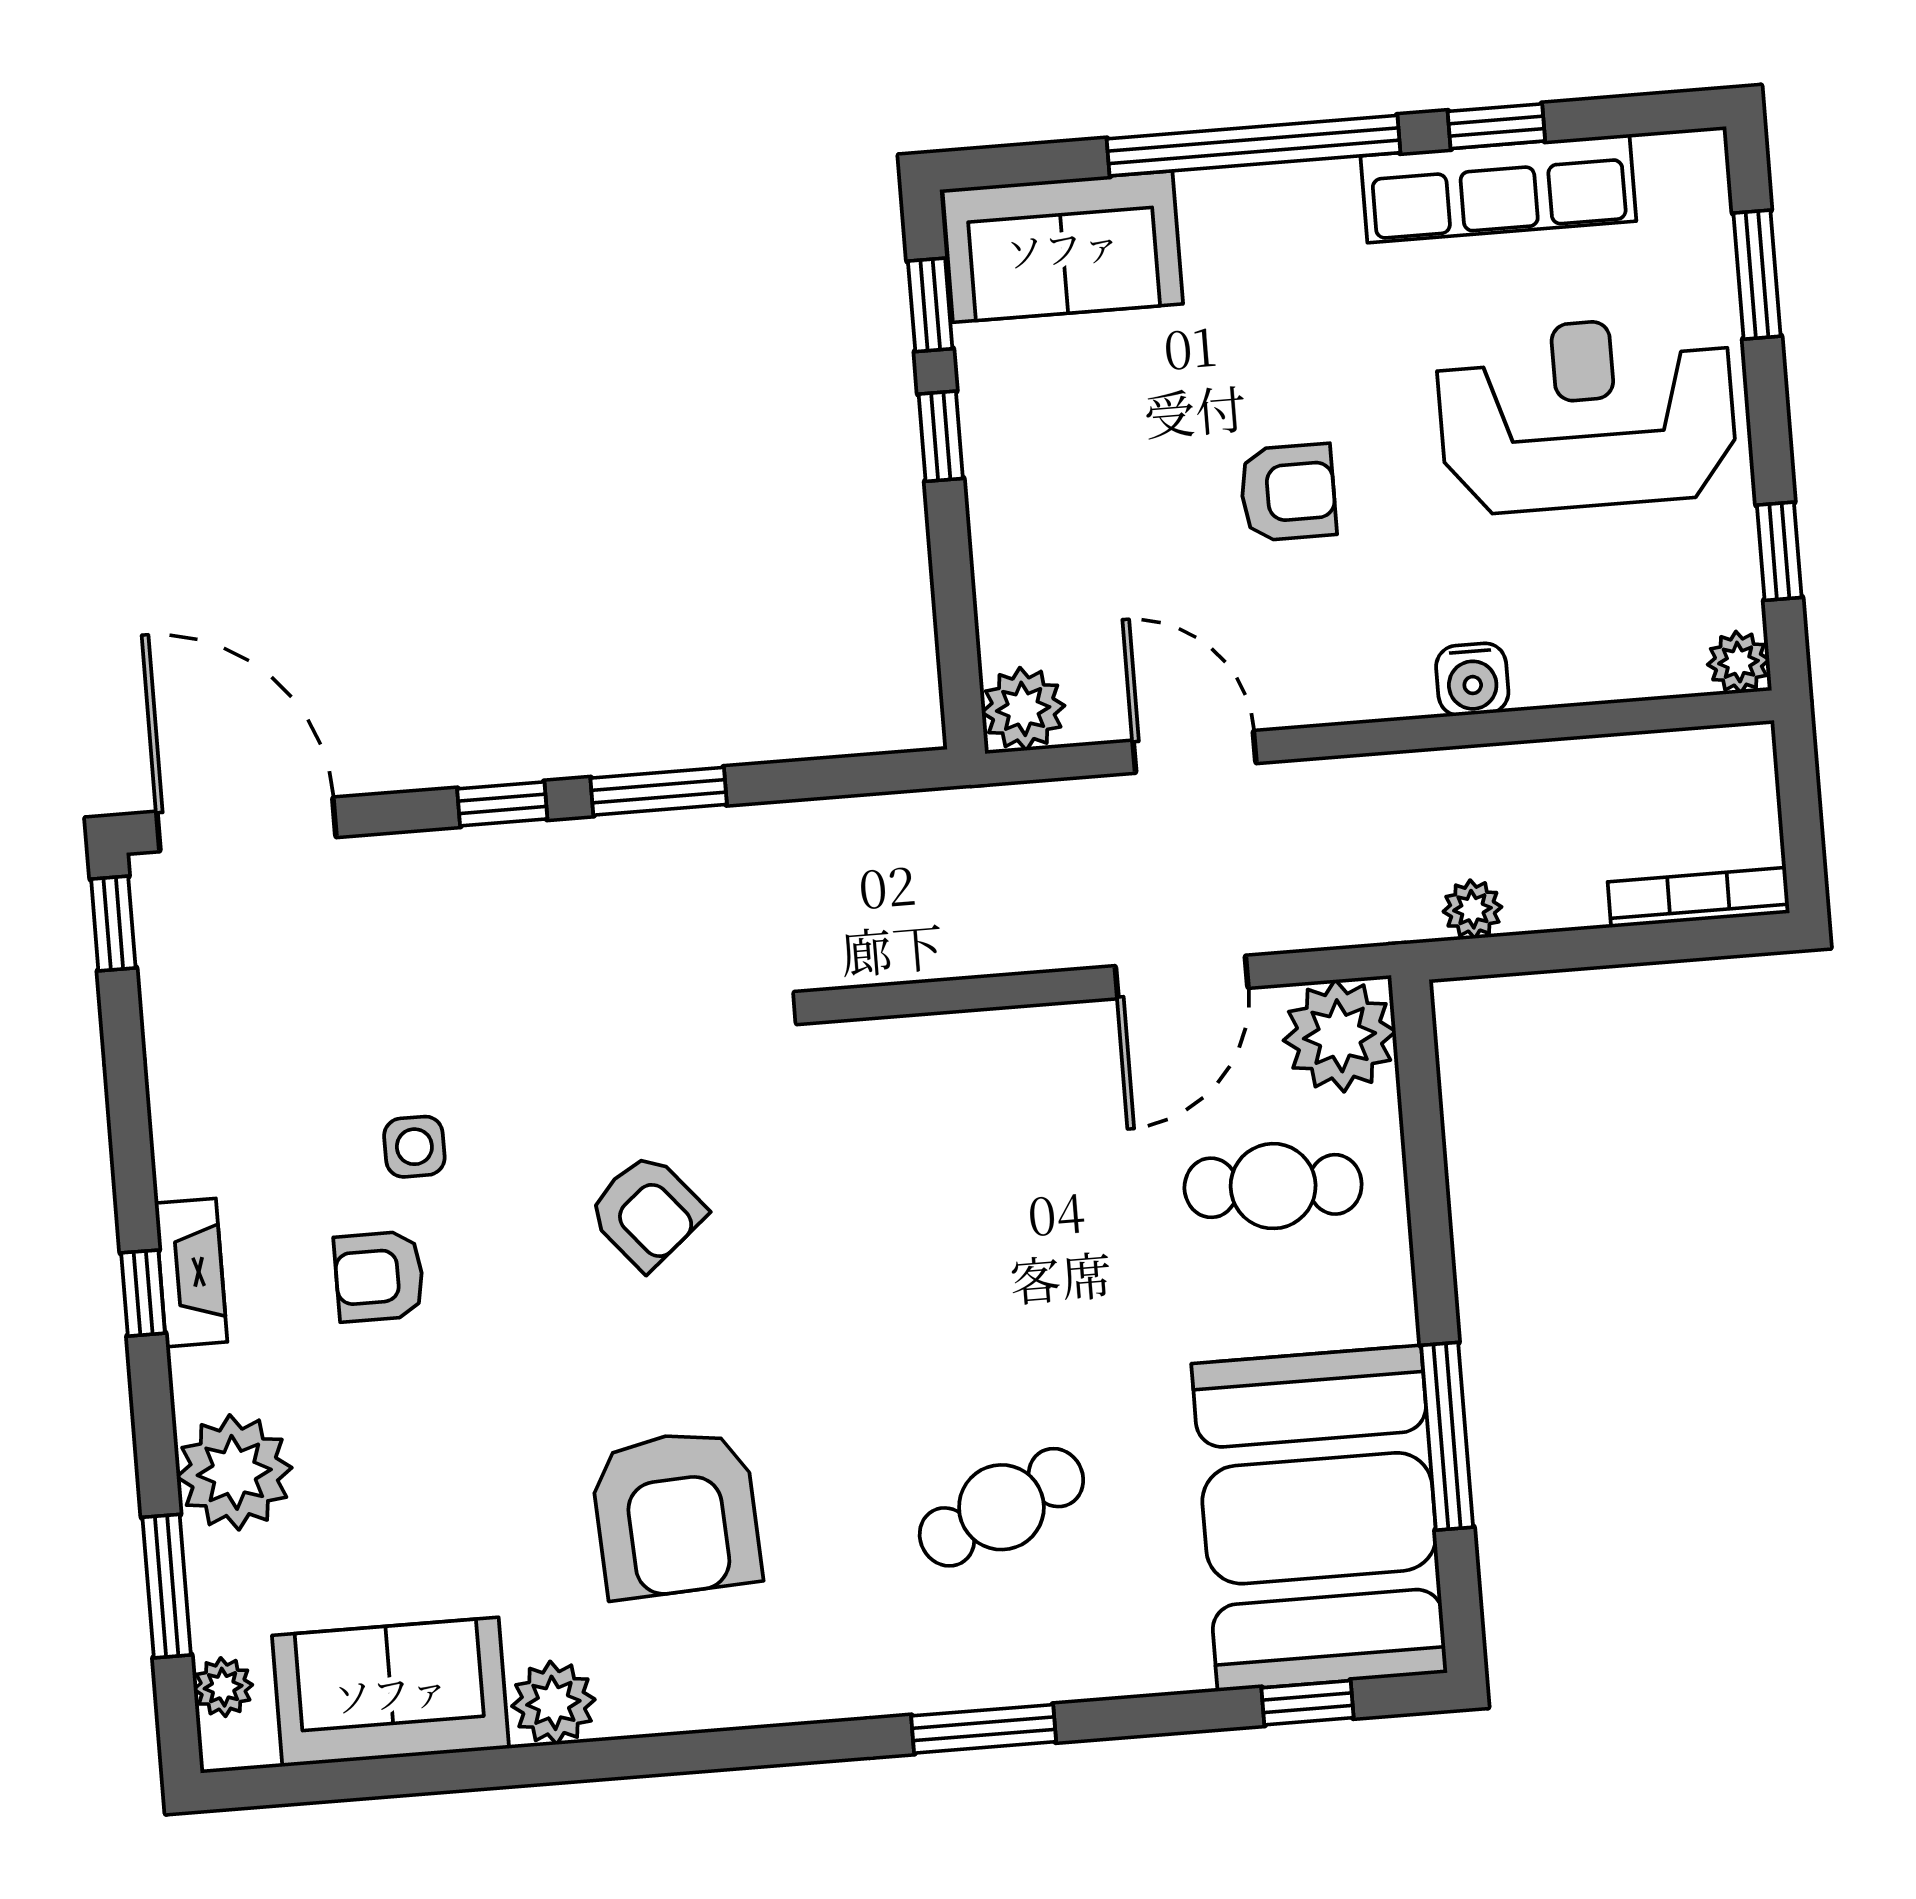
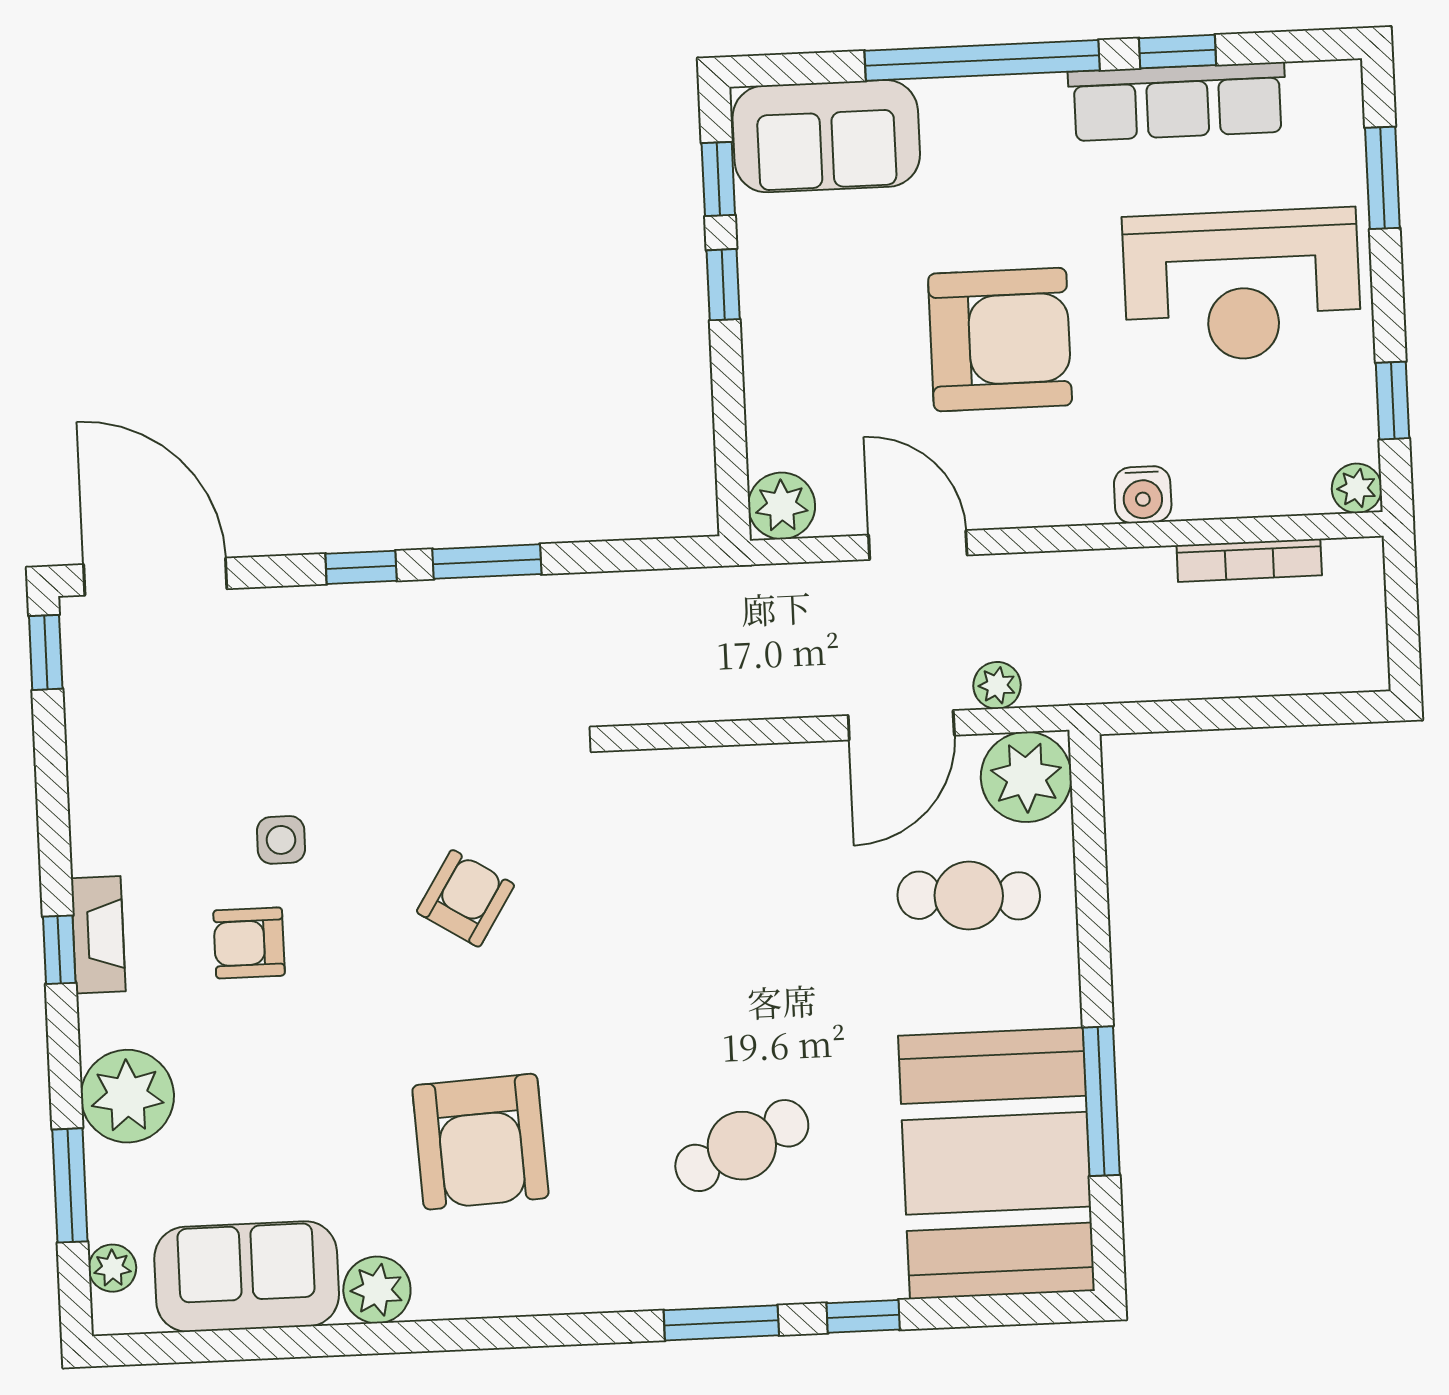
reception desk: (1587, 414) -> (1242, 285), turned 180
armchair: (1288, 492) -> (1000, 340), width x1.88, depth x1.88
bookcase: (1699, 897) -> (1249, 560), moved, turned 180
plant: (1472, 909) -> (997, 685), moved
armchair: (647, 1211) -> (465, 898), turned -108
window: (1307, 1703) -> (863, 1316), moved

